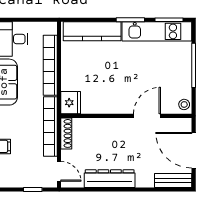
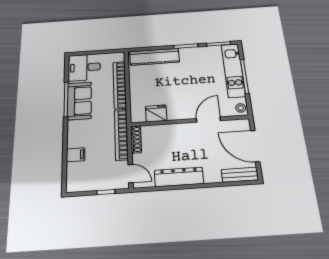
kitchen unit: (157, 31) -> (233, 70), moved, turned 90
fridge: (71, 103) -> (156, 113), moved, turned -90

